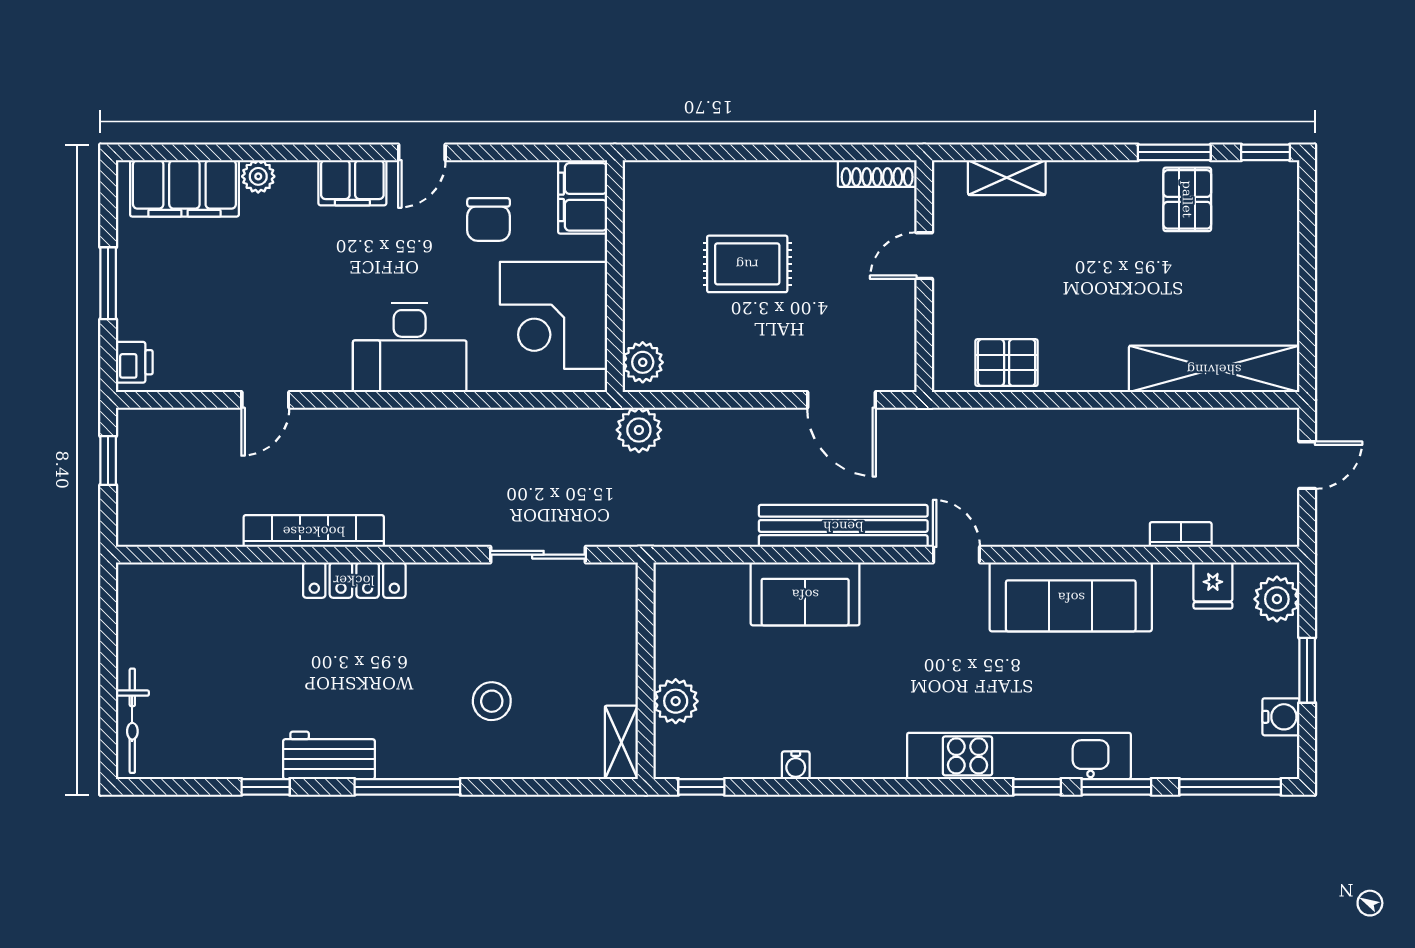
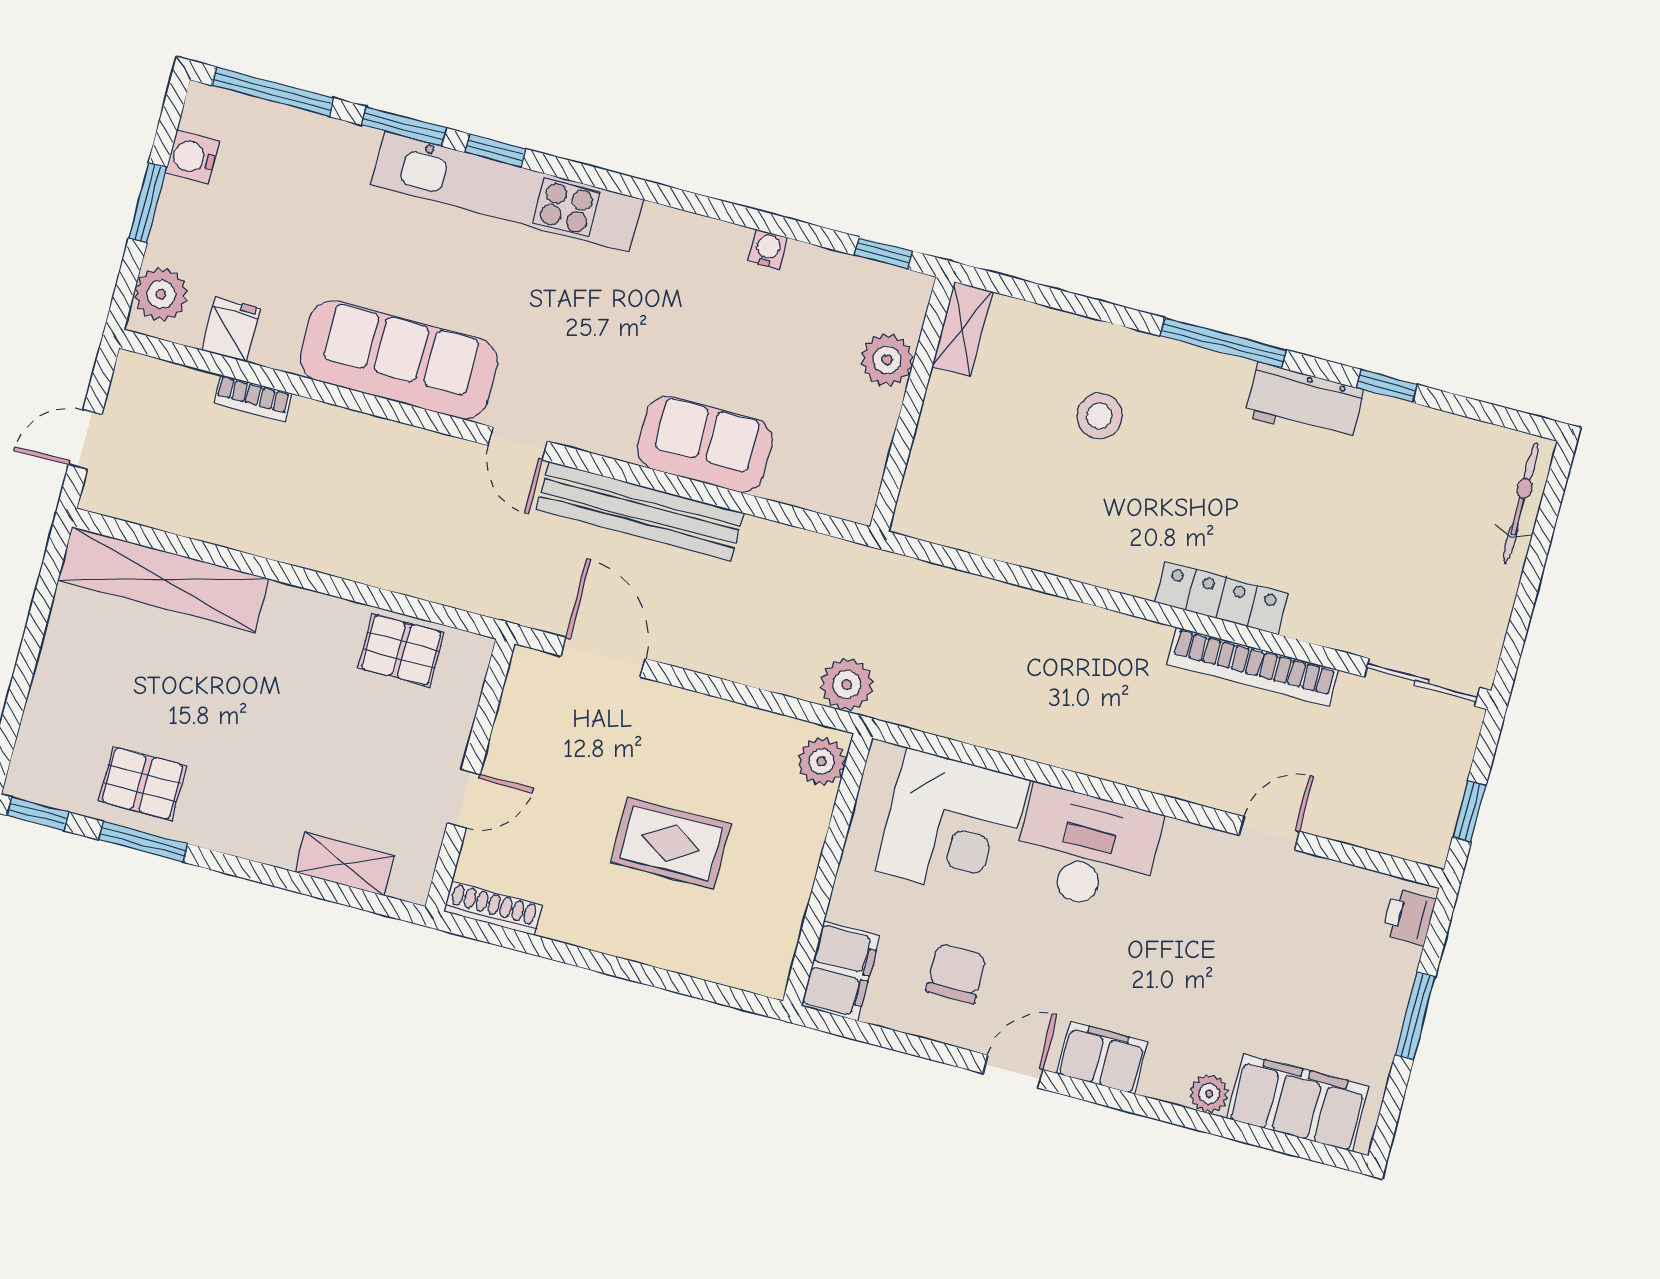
pallet: (1187, 199) -> (143, 783), turned 90
corner desk: (553, 315) -> (953, 825), moved, turned 90
sliding door: (538, 555) -> (1422, 682), moved

